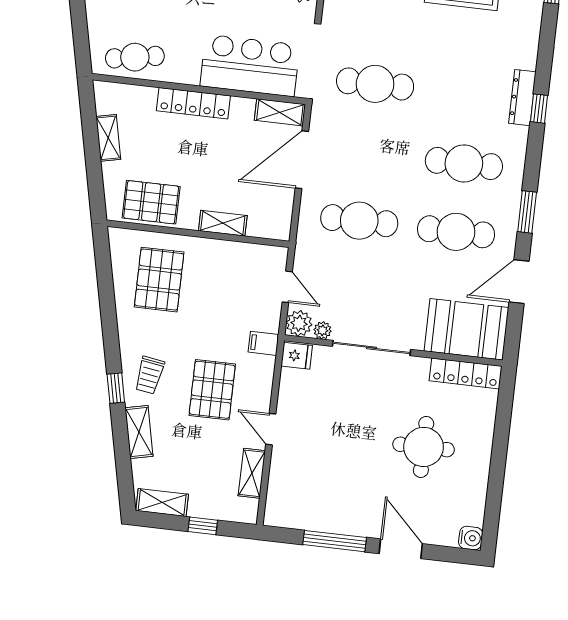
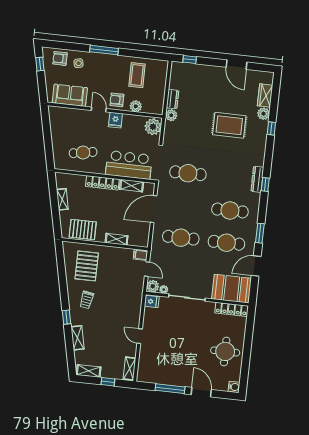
cafe table: (135, 57) -> (83, 153), moved
shelving: (280, 112) -> (132, 186), moved
filing cabinet: (263, 343) -> (140, 255), moved
trolley: (150, 375) -> (87, 300), moved
pallet: (212, 390) -> (112, 318), removed
round table: (424, 447) -> (225, 351), moved
shelving: (252, 473) -> (130, 369), moved

